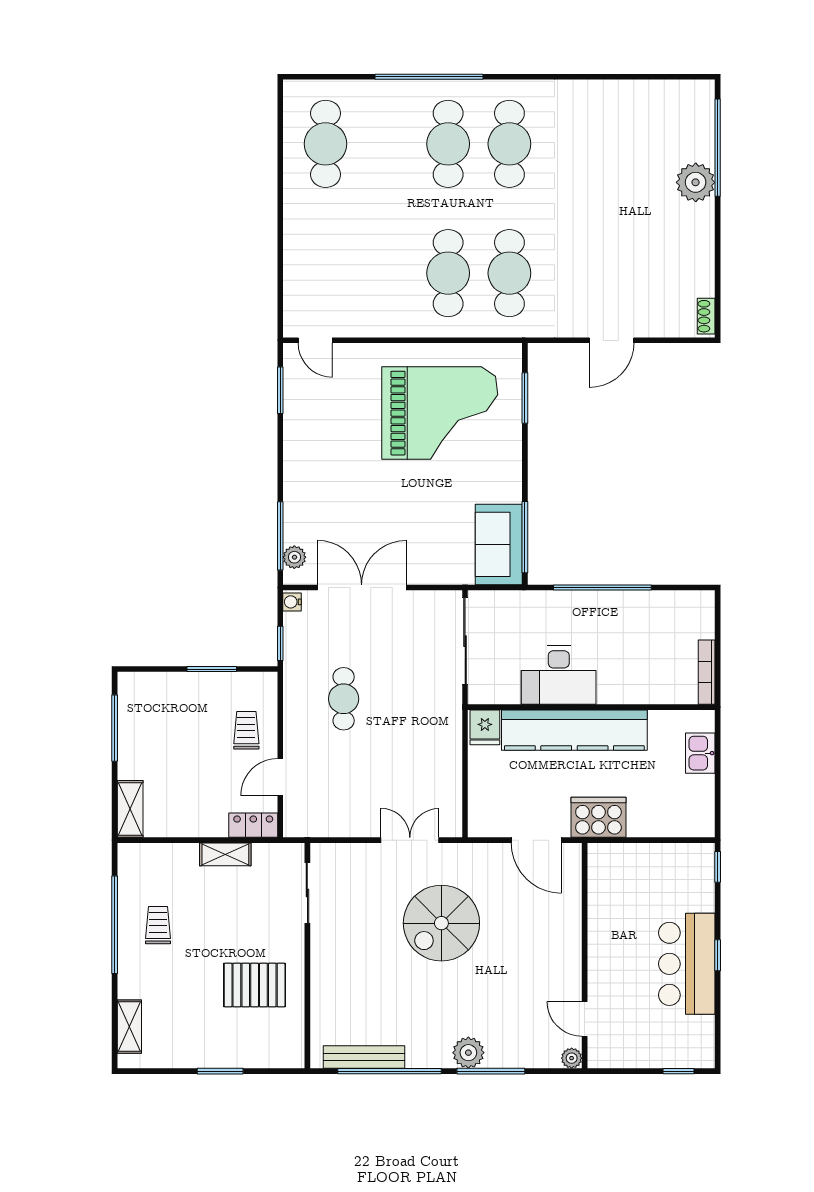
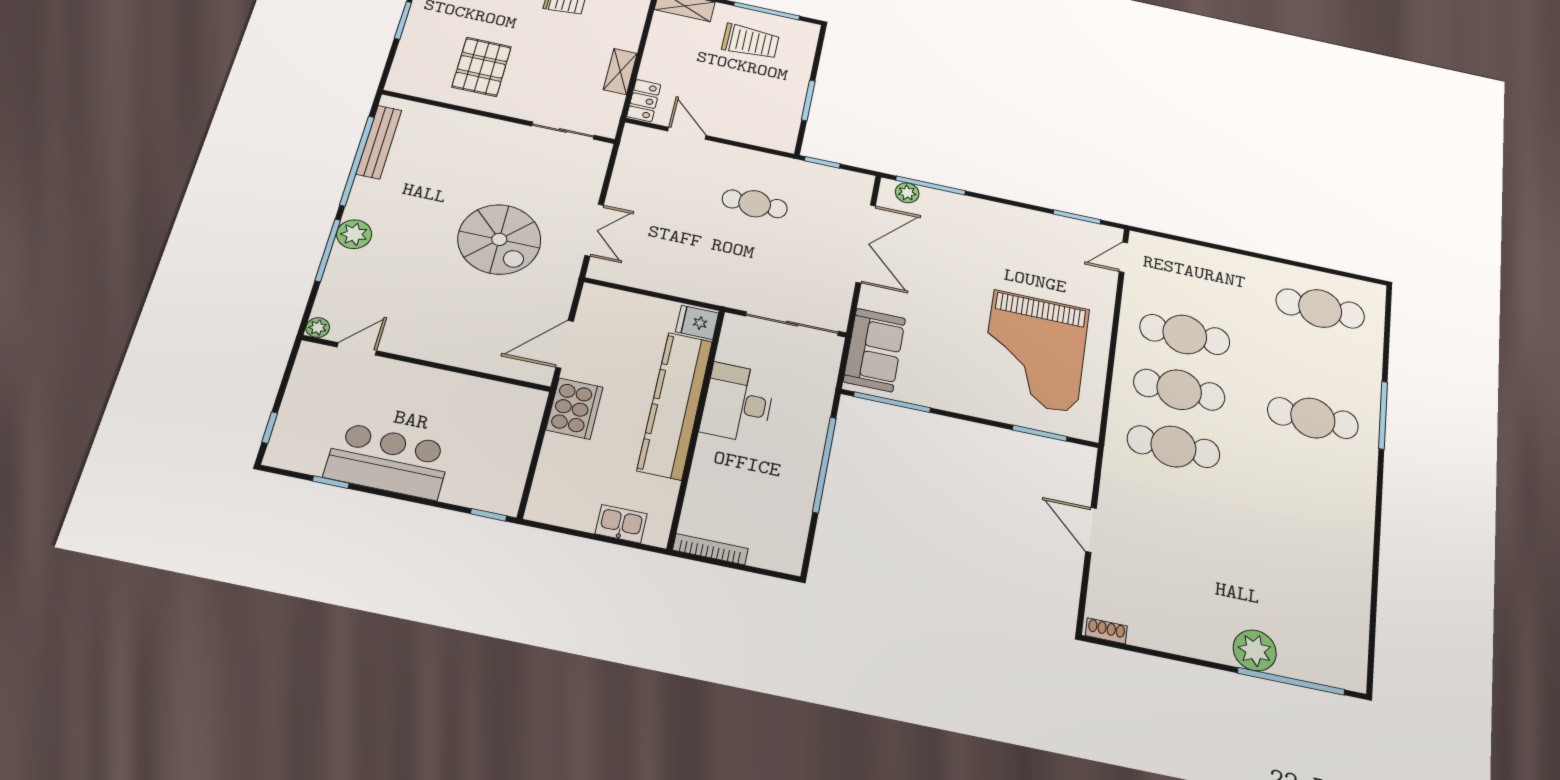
window: (429, 77) -> (1383, 415), width x0.68
cafe table: (509, 144) -> (1185, 334), moved
sofa: (499, 544) -> (874, 350), moved, turned 90
water cooler: (292, 602) -> (862, 181), removed
trolley: (246, 730) -> (750, 42), moved, width x1.36, depth x1.39
spiral stairs: (441, 923) -> (499, 239), turned 180
window: (718, 955) -> (331, 482), moved

